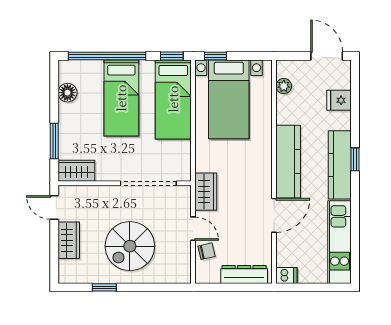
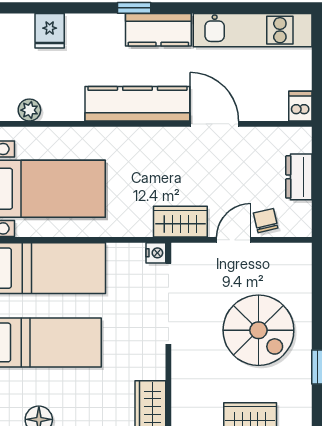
kitchen counter: (340, 165) -> (158, 30), width x0.67
nightstand: (184, 174) -> (156, 253), added
dresser: (244, 274) -> (299, 177), width x0.70

